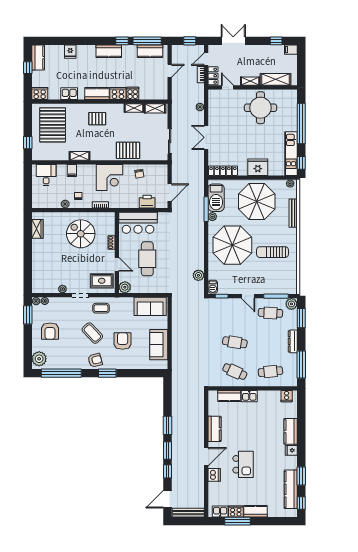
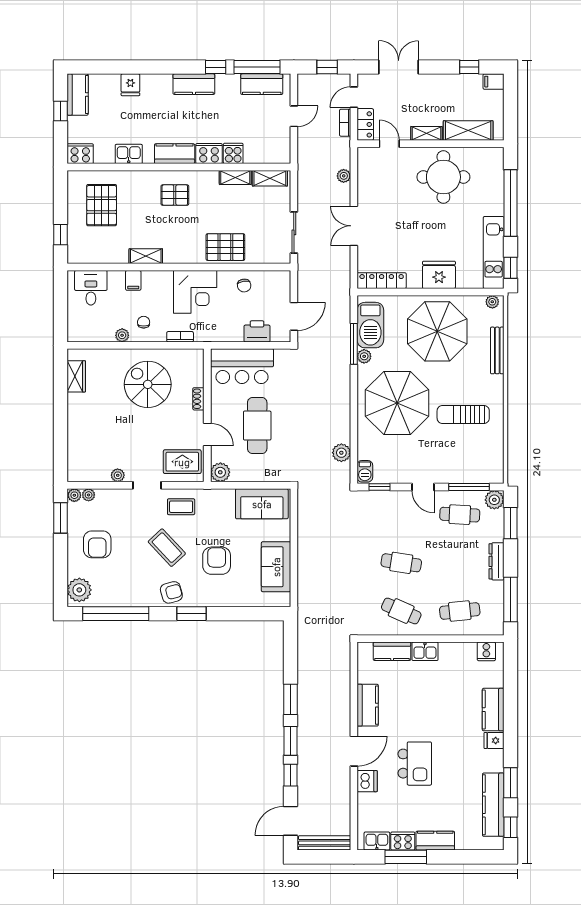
pallet: (53, 125) -> (102, 205), width x0.73, depth x0.71

